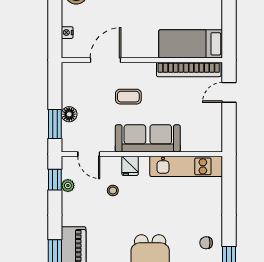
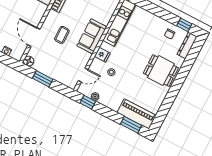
floor lamp: (69, 114) -> (29, 61), moved
window: (55, 124) -> (43, 79), moved
sofa: (148, 138) -> (92, 36), width x0.73

